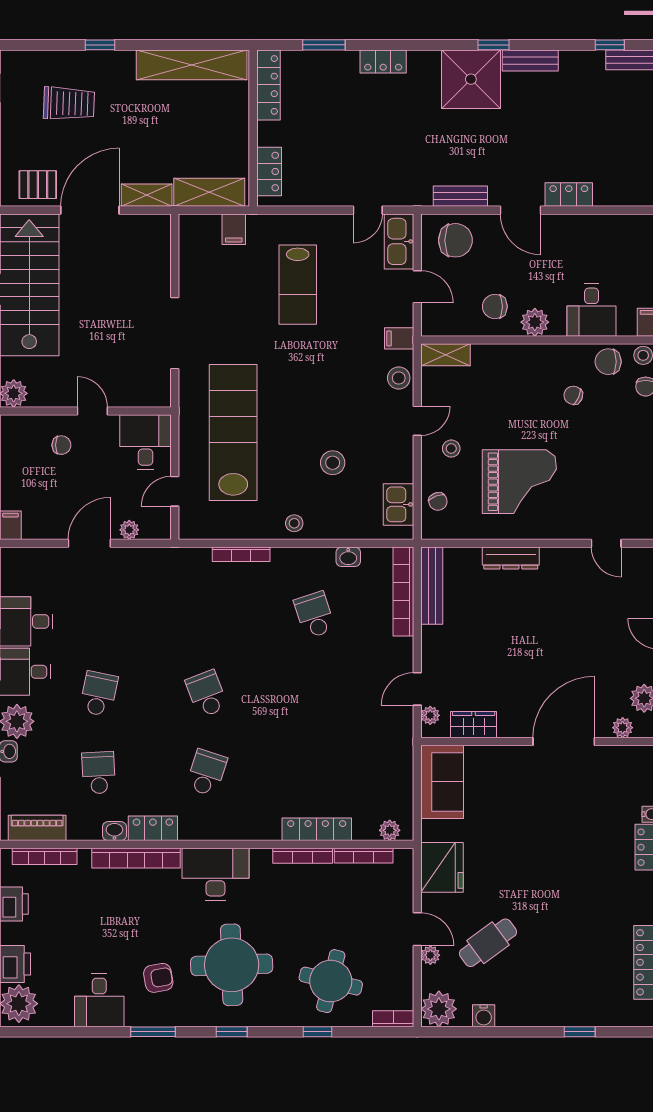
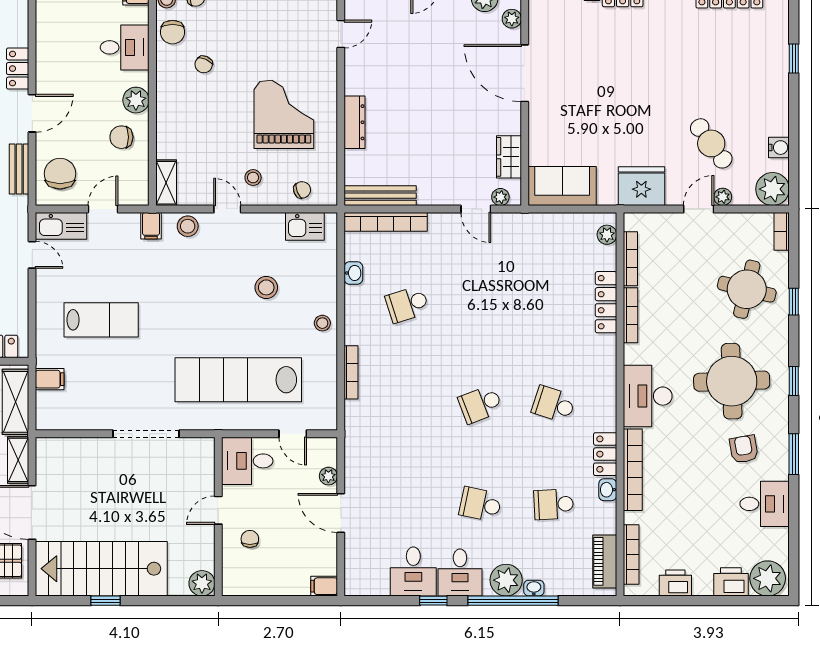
chair: (495, 306) -> (121, 137), turned 90

